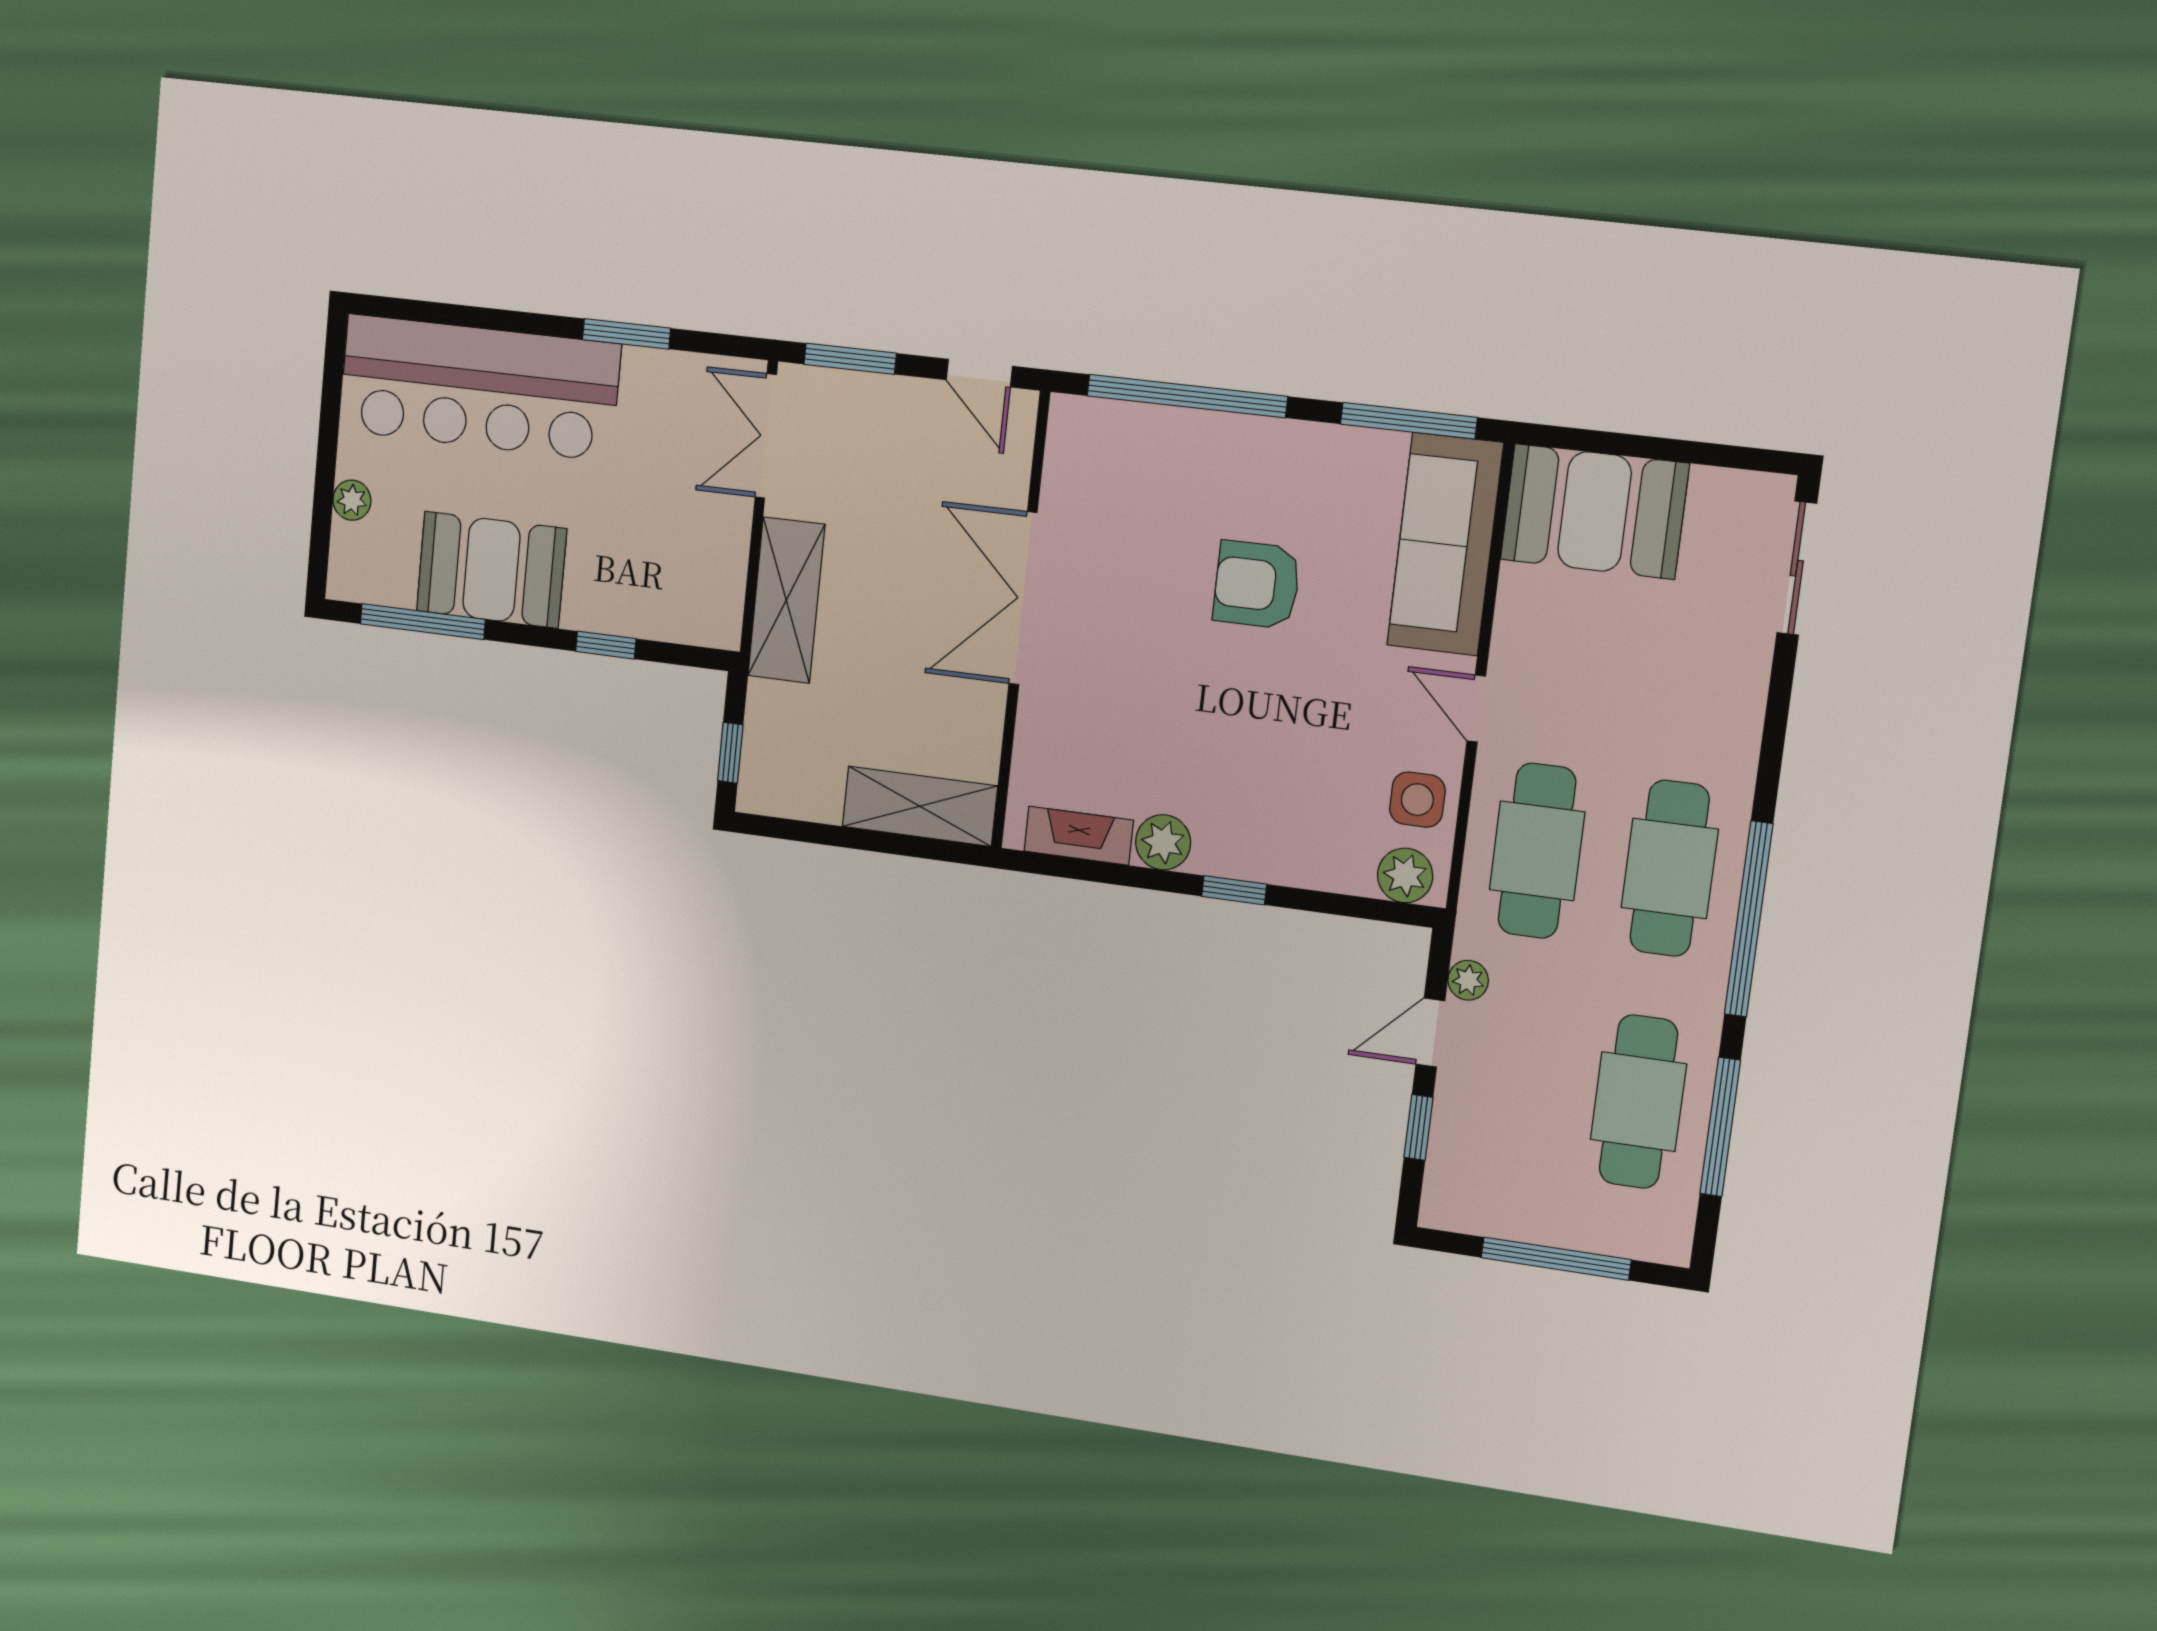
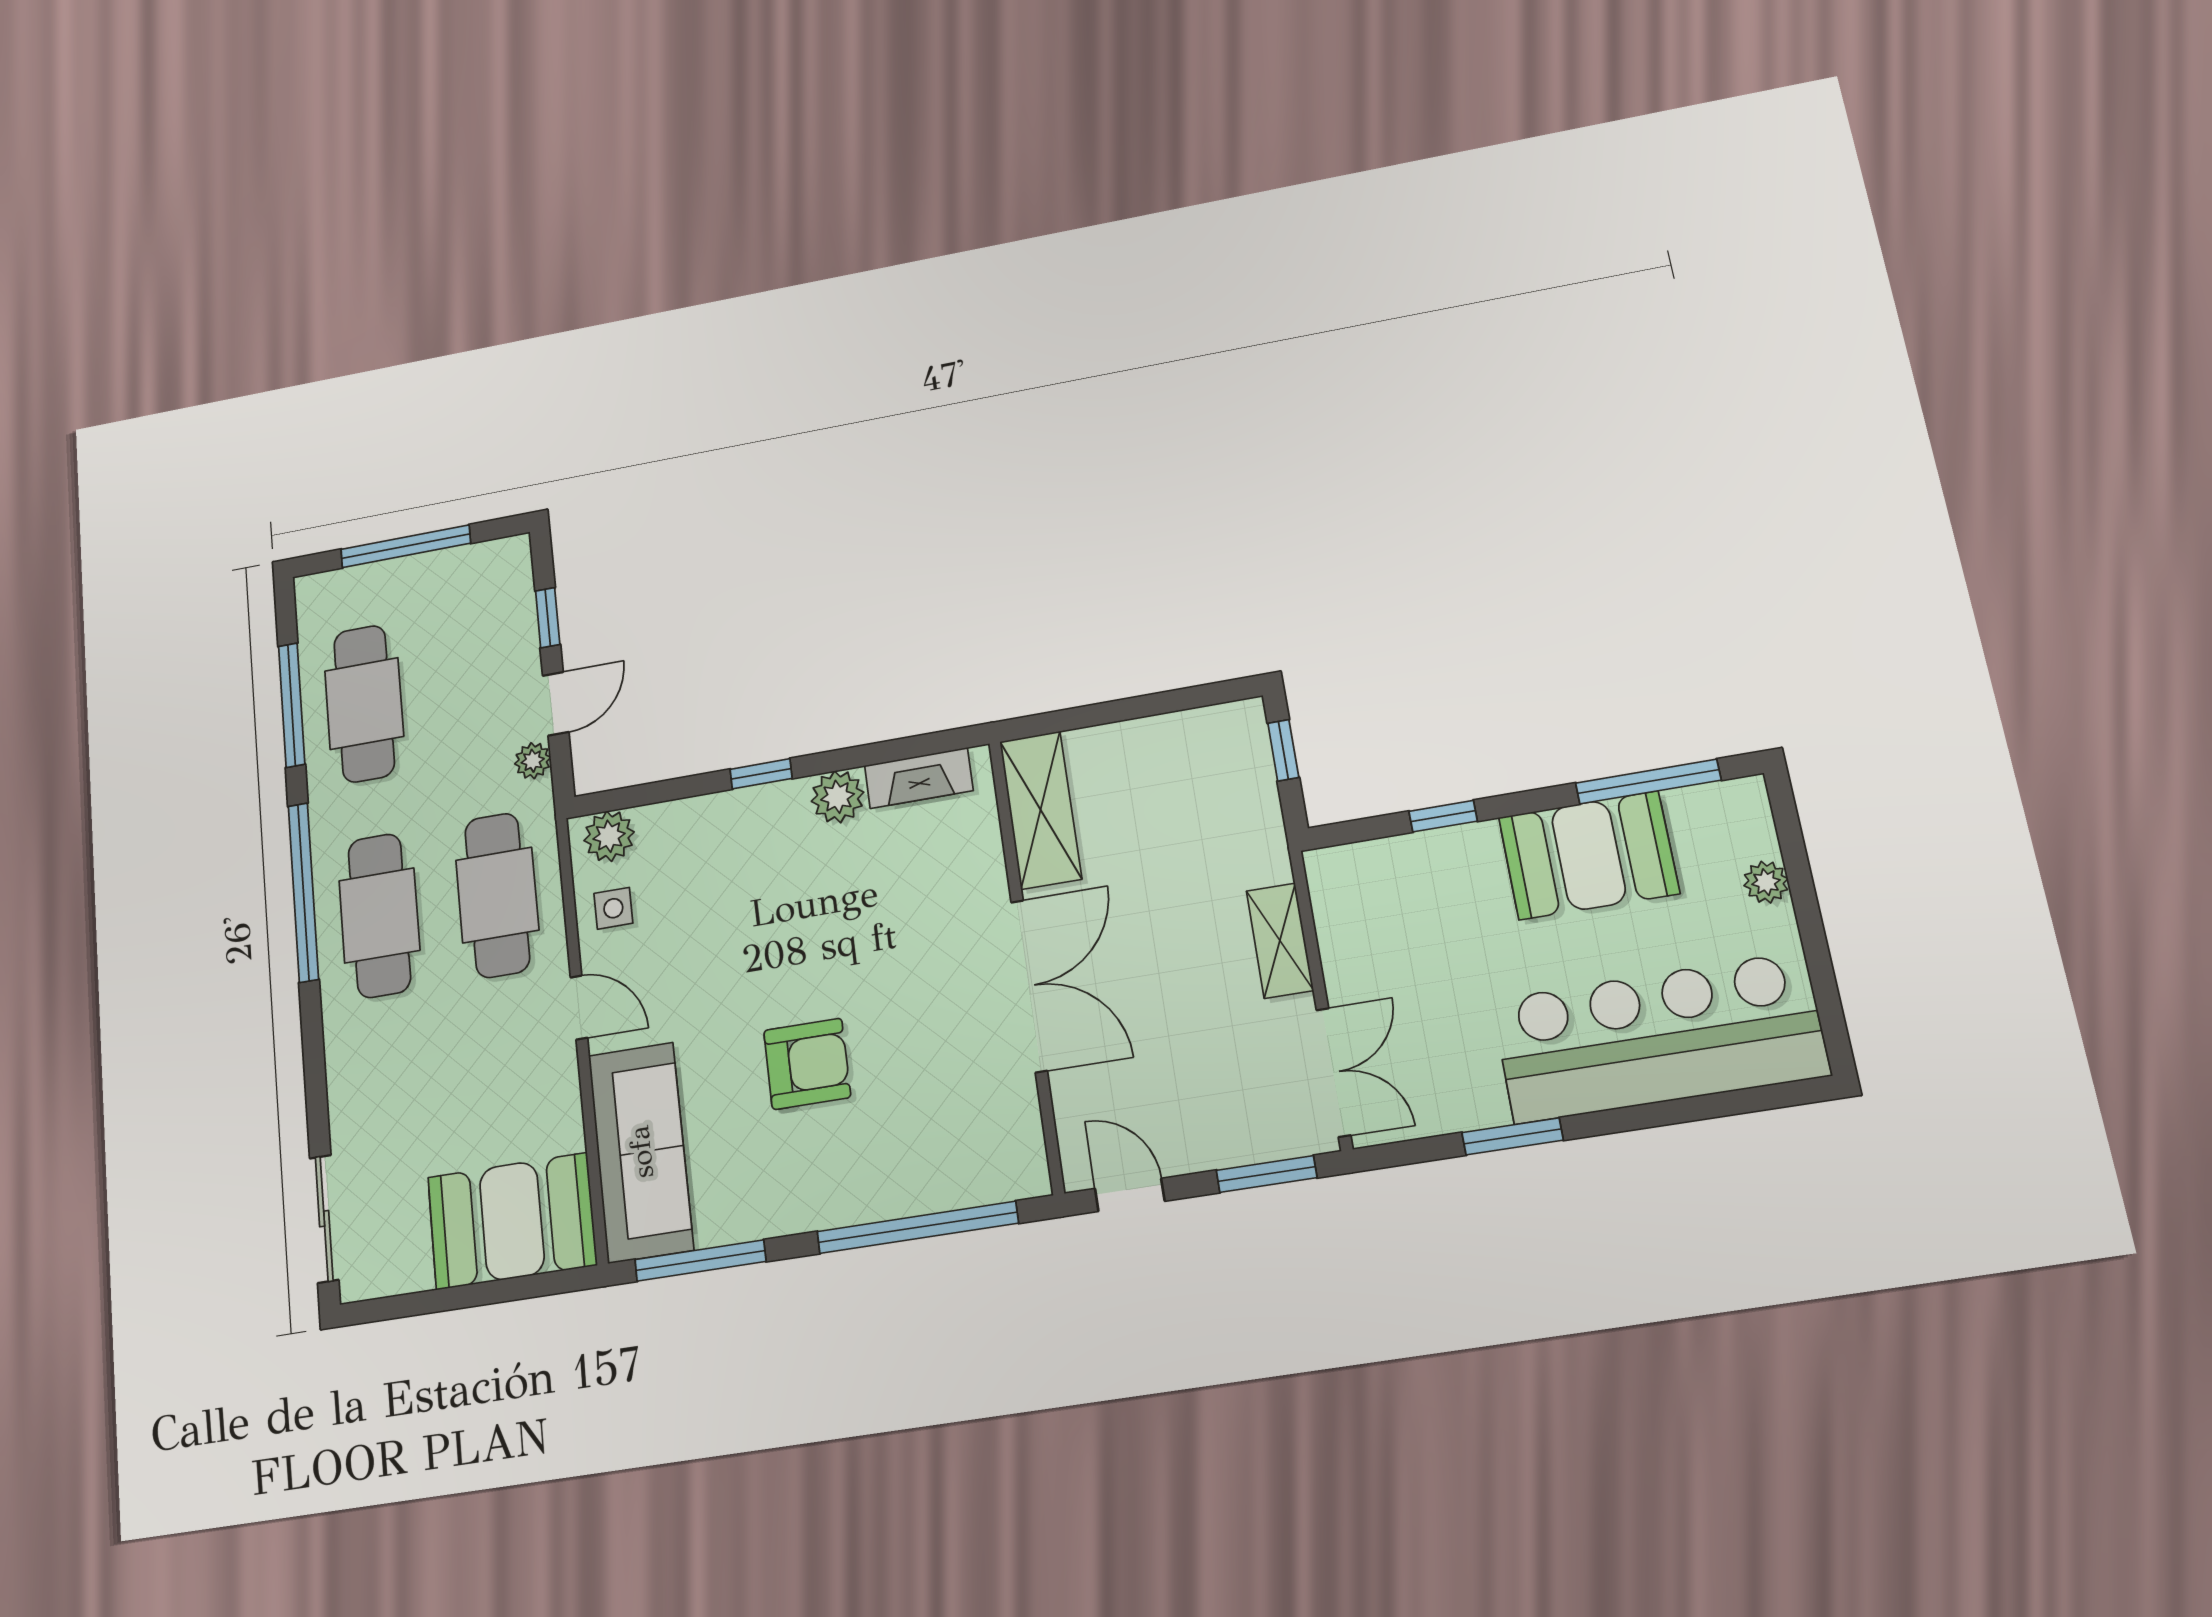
shelving: (786, 600) -> (1280, 941), width x0.67, depth x0.75
side table: (1417, 800) -> (613, 908), width x0.73, depth x0.73
shelving: (920, 806) -> (1041, 810), moved, turned 90

